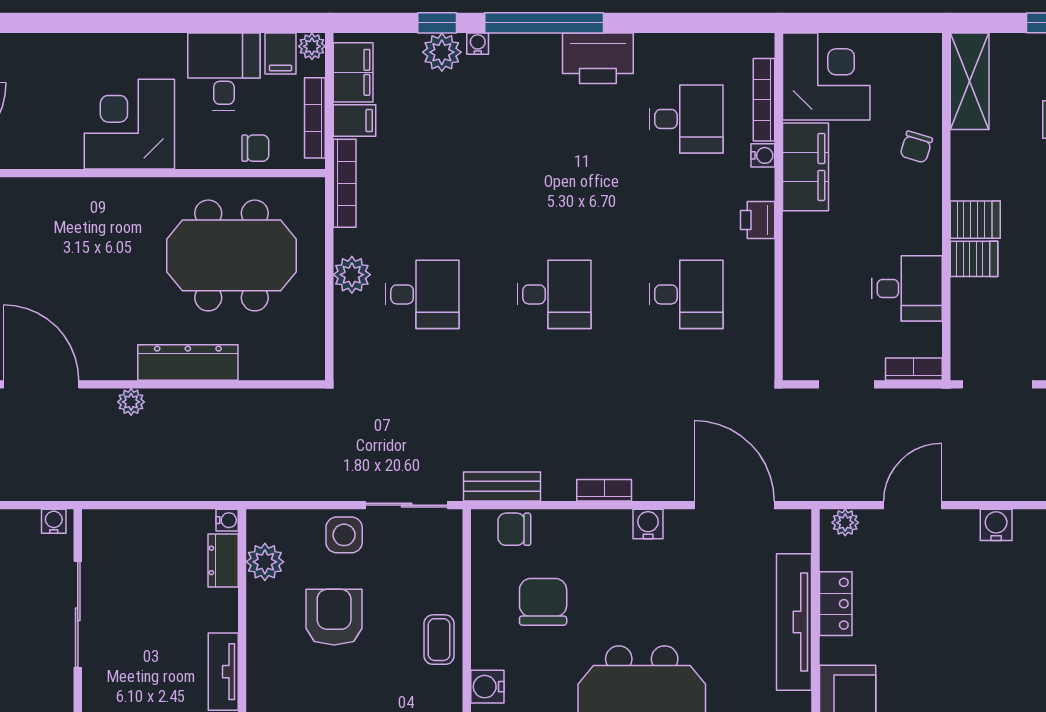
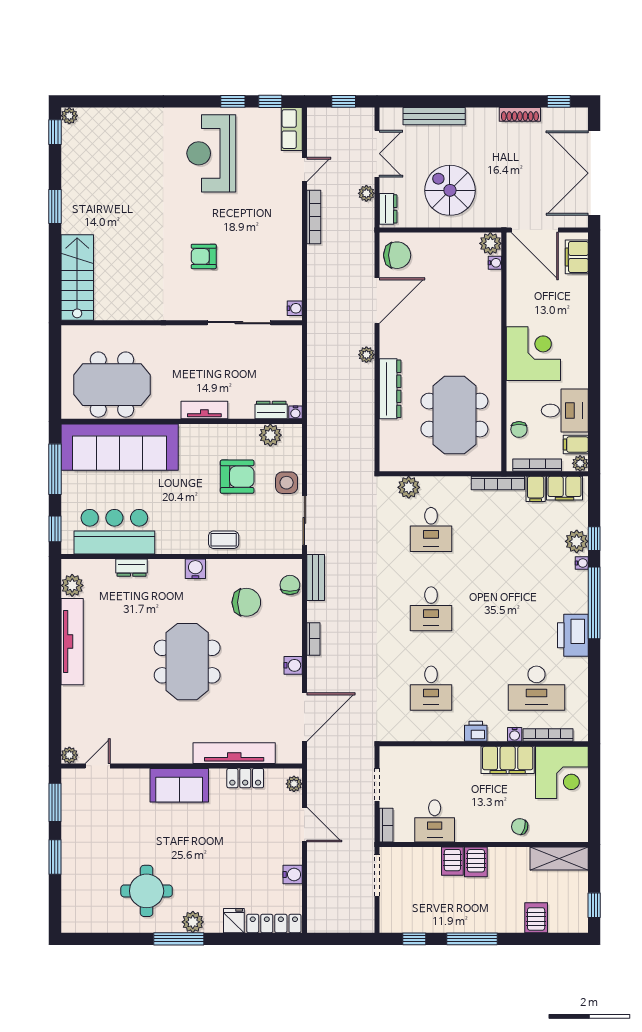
desk: (686, 119) -> (536, 688), width x1.37
plant: (352, 275) -> (409, 487), moved

